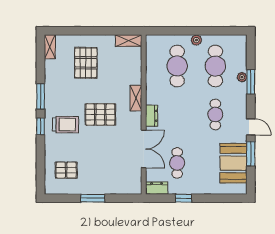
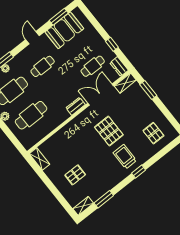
pallet: (86, 63) -> (75, 175), width x0.67, depth x0.71
window: (40, 96) -> (104, 199), moved
shelving: (136, 98) -> (125, 83), moved
pallet: (100, 114) -> (109, 131), moved
window: (251, 154) -> (59, 17), moved
window: (93, 198) -> (148, 90), moved

